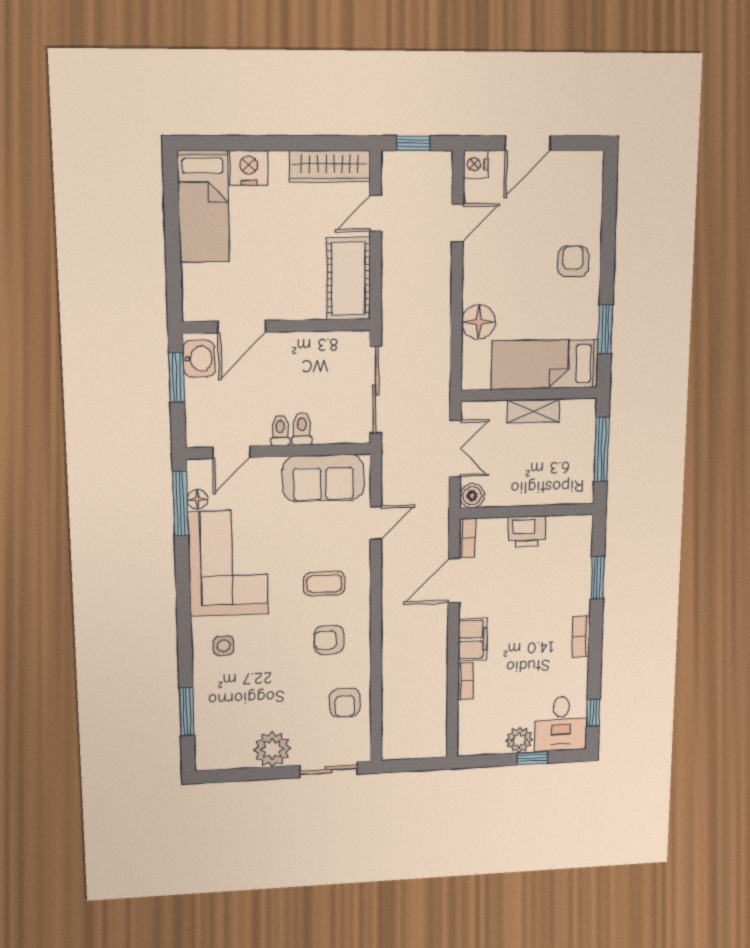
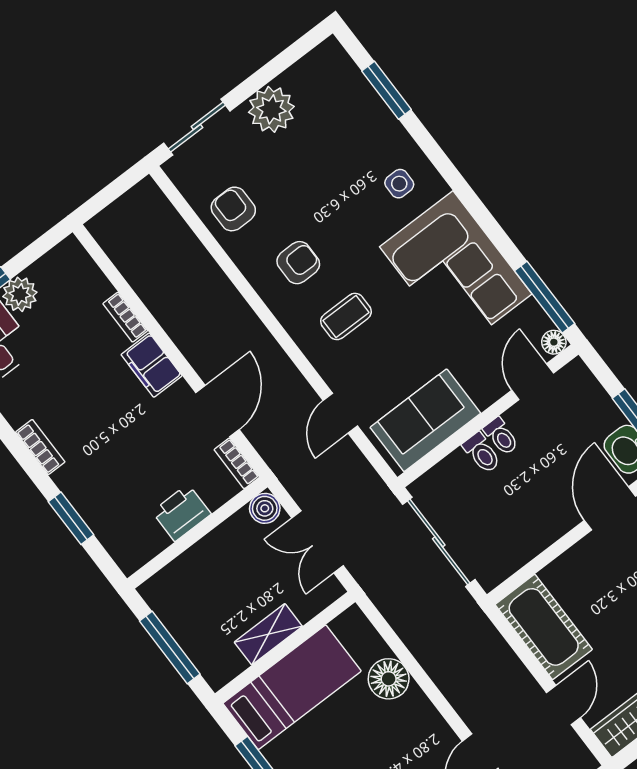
floor lamp: (197, 499) -> (554, 342), moved

